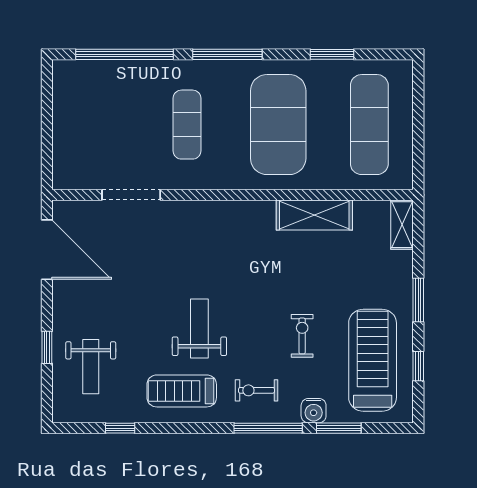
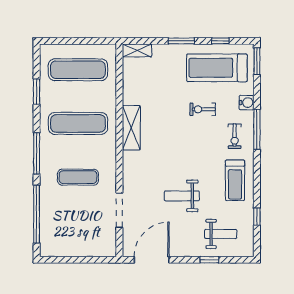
exercise mat: (278, 125) -> (78, 123), width x0.68
shelving: (314, 215) -> (131, 128), moved
weight bench: (199, 328) -> (182, 196), moved
window: (339, 428) -> (257, 61), moved

